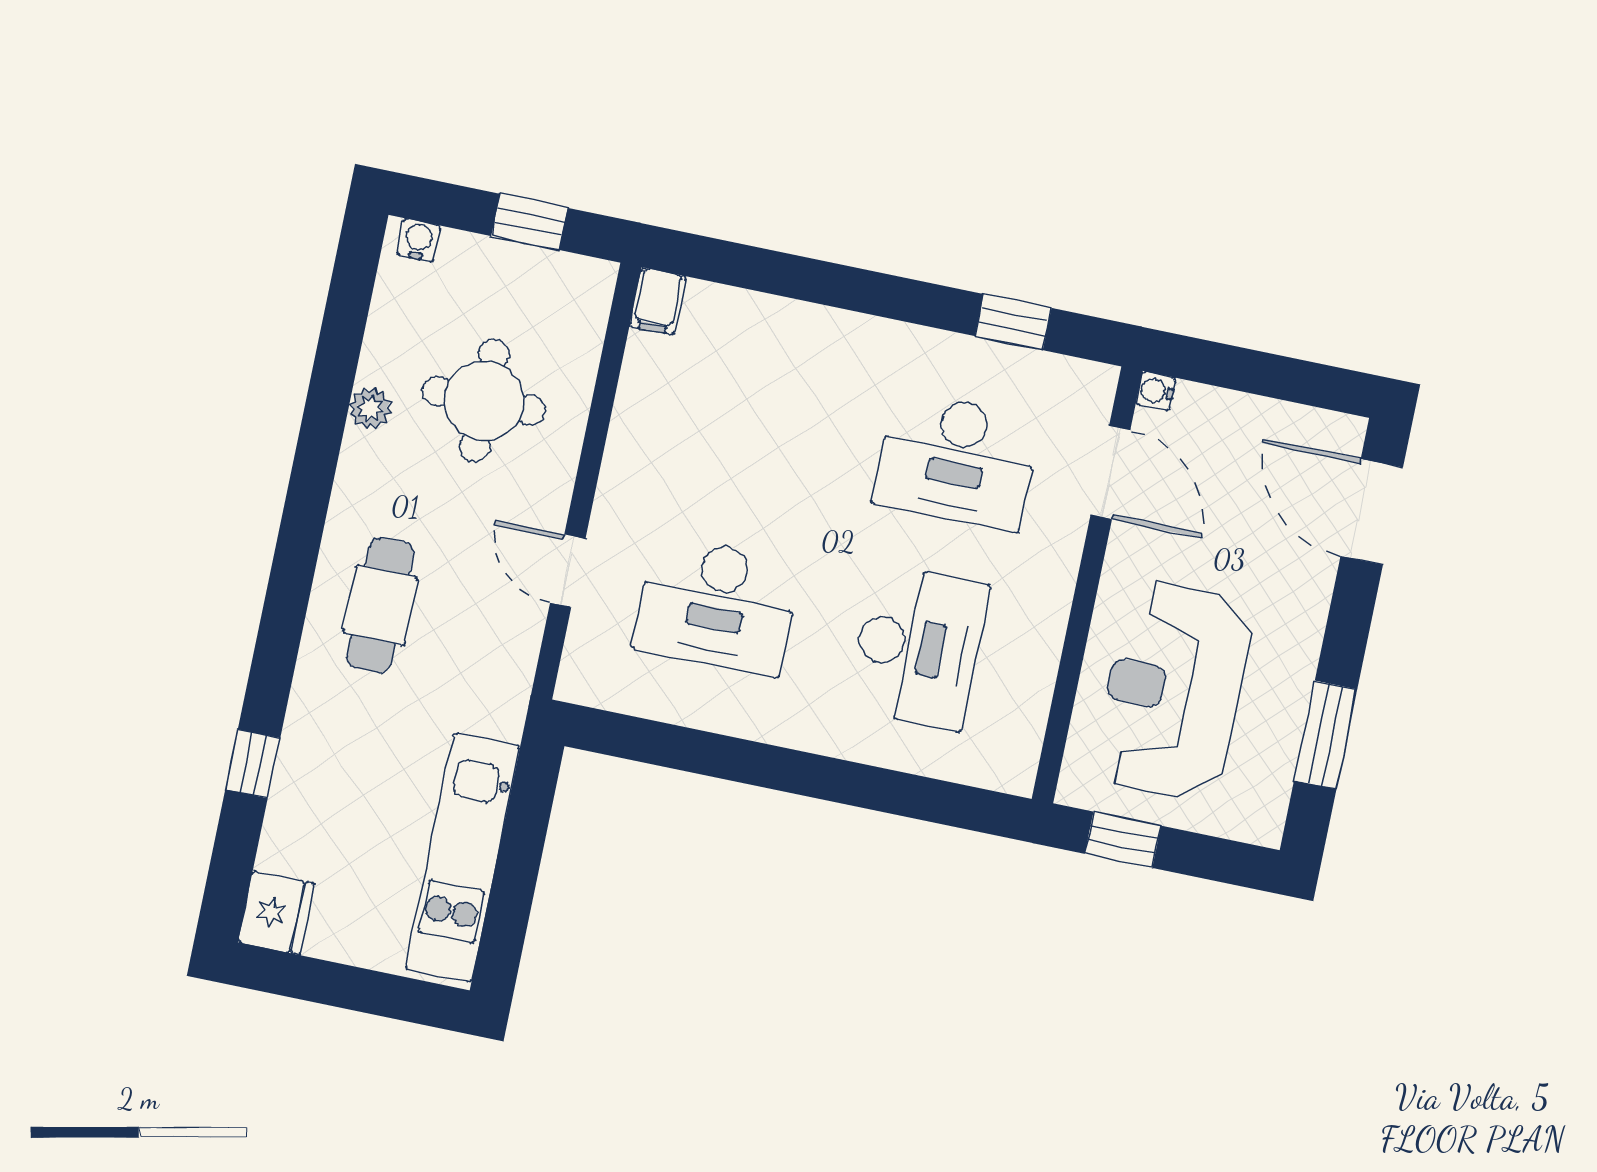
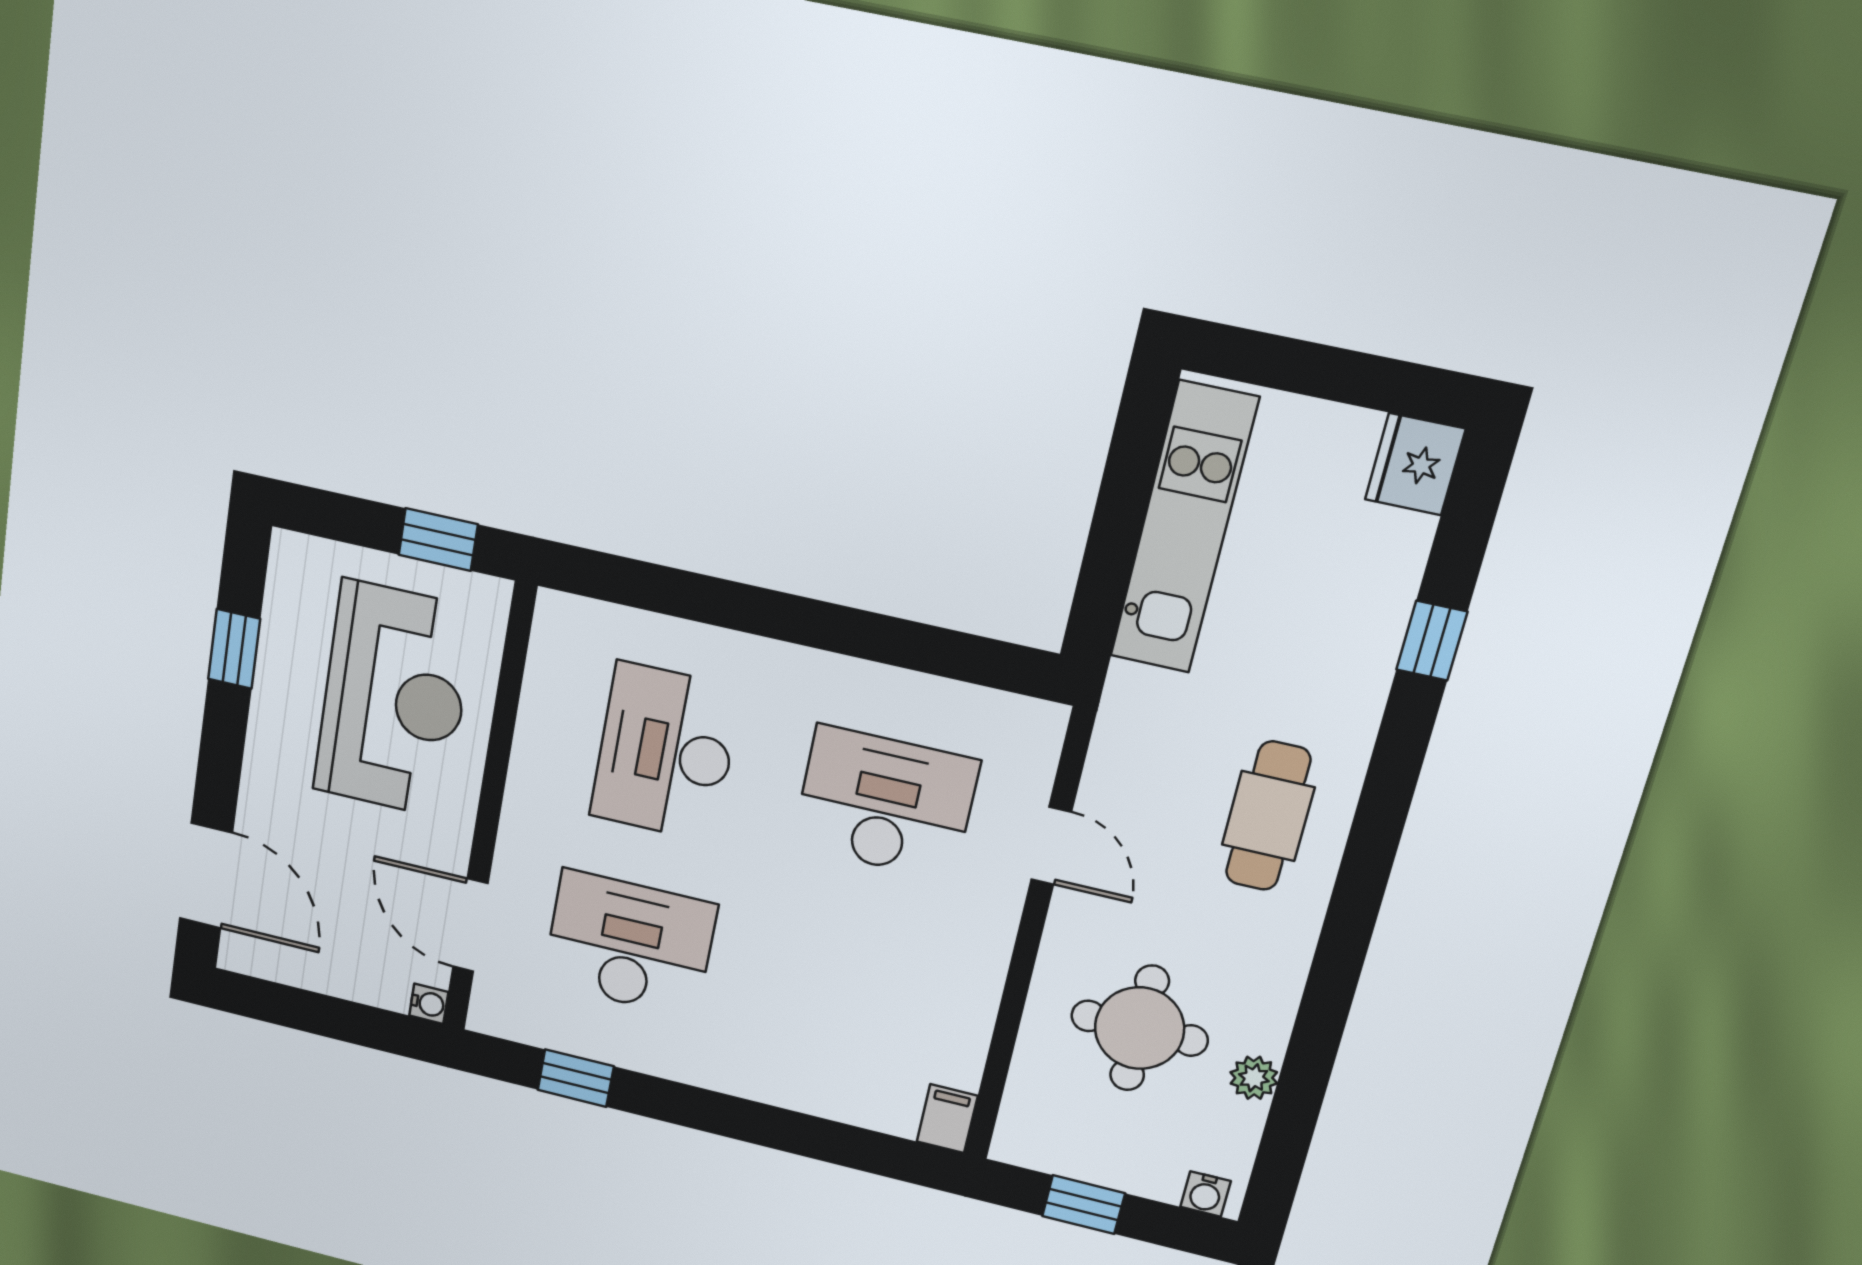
plant: (370, 408) -> (1254, 1078), moved
window: (1326, 735) -> (234, 649), width x0.67

